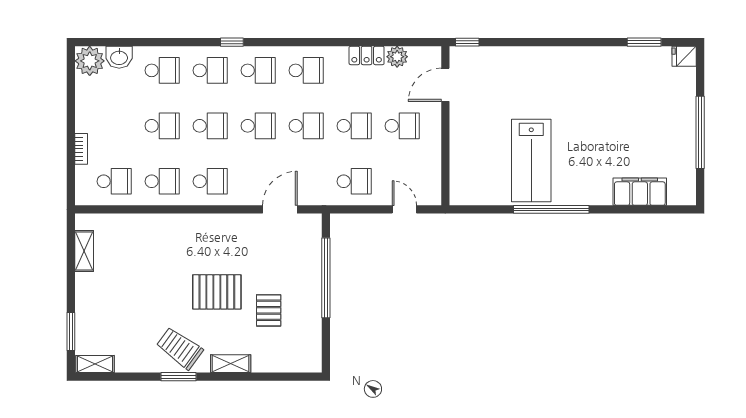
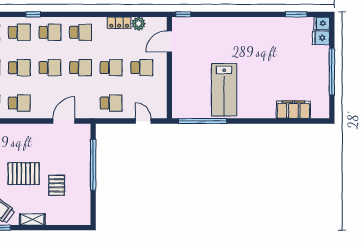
fridge: (683, 79) -> (321, 38), added
window: (551, 209) -> (203, 121), moved

